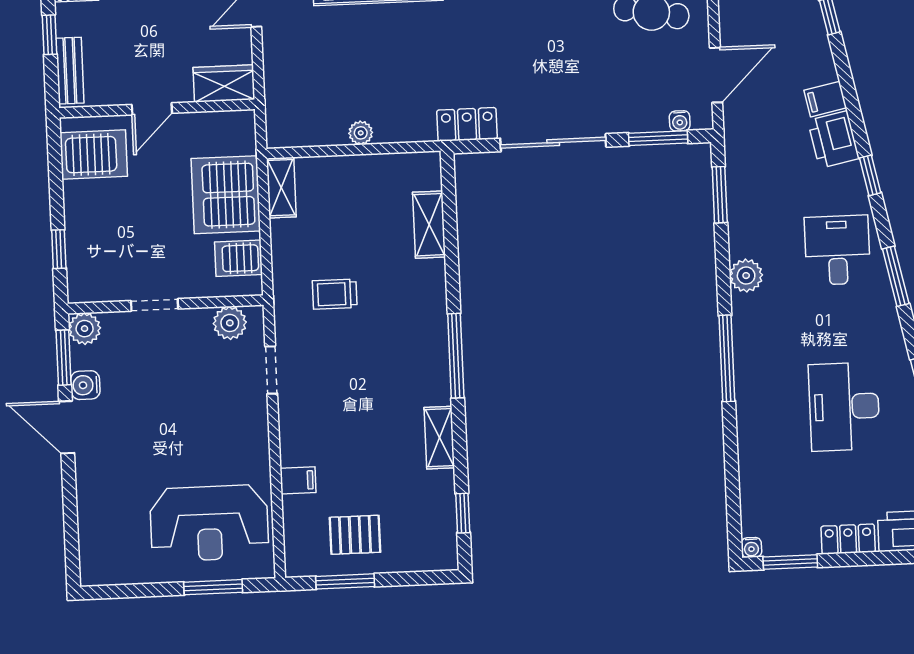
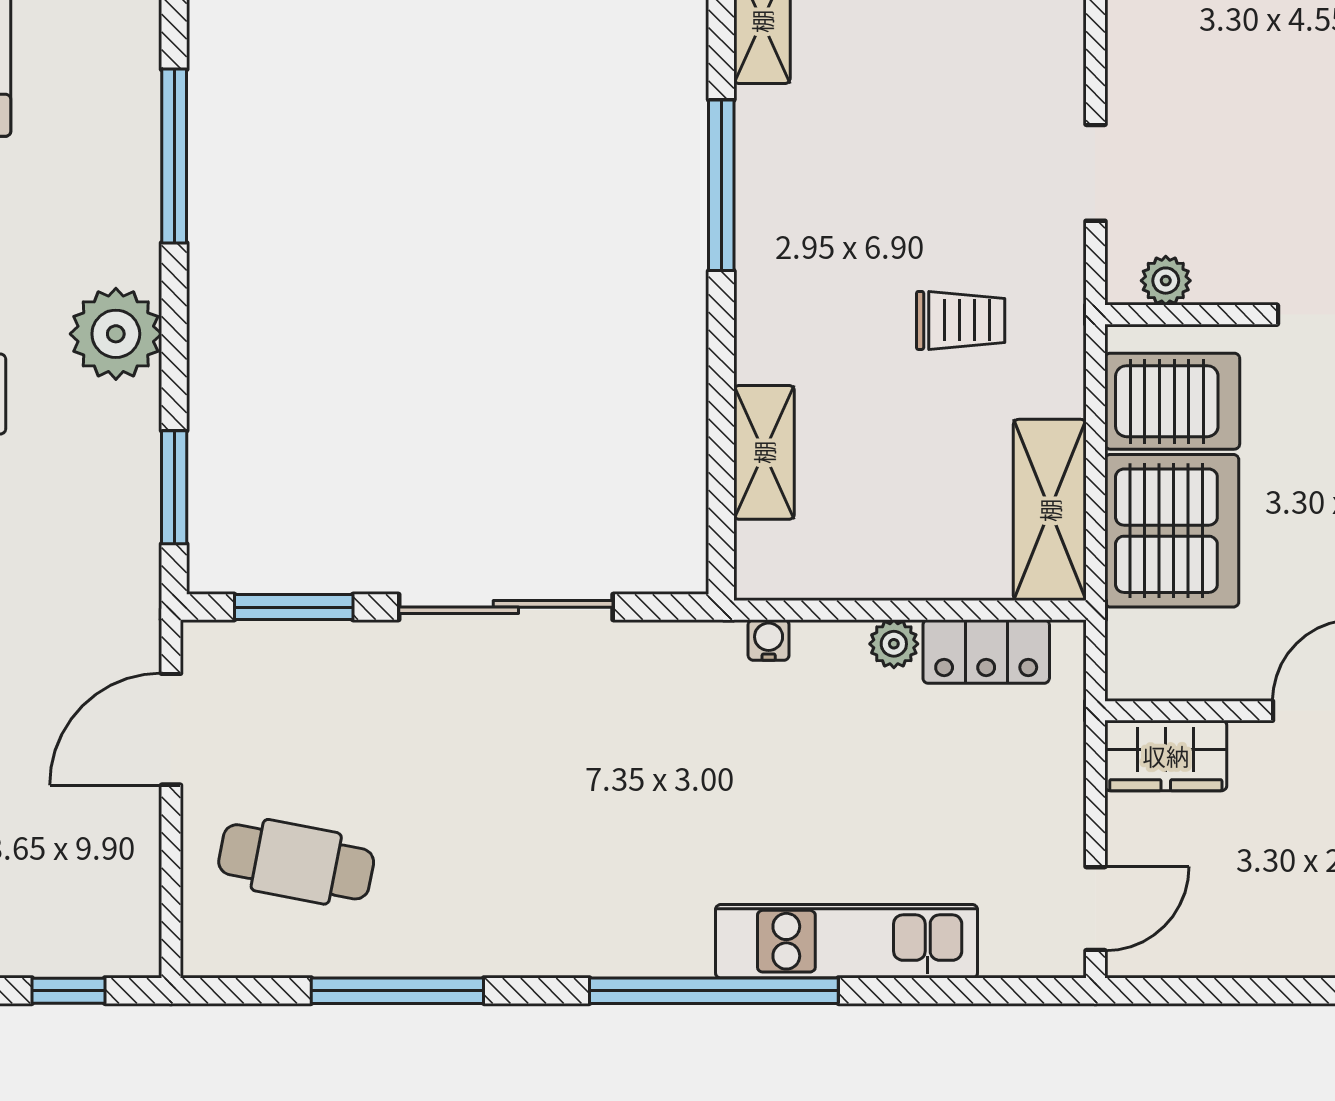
water cooler: (680, 121) -> (769, 640), moved
locker: (467, 124) -> (986, 652), moved
shelving: (281, 188) -> (1050, 510), width x1.50, depth x1.33
server rack: (238, 258) -> (1172, 401), width x1.36, depth x1.44
plant: (746, 276) -> (116, 334), width x1.36, depth x1.36
plant: (230, 323) -> (1166, 281), width x0.73, depth x0.73

